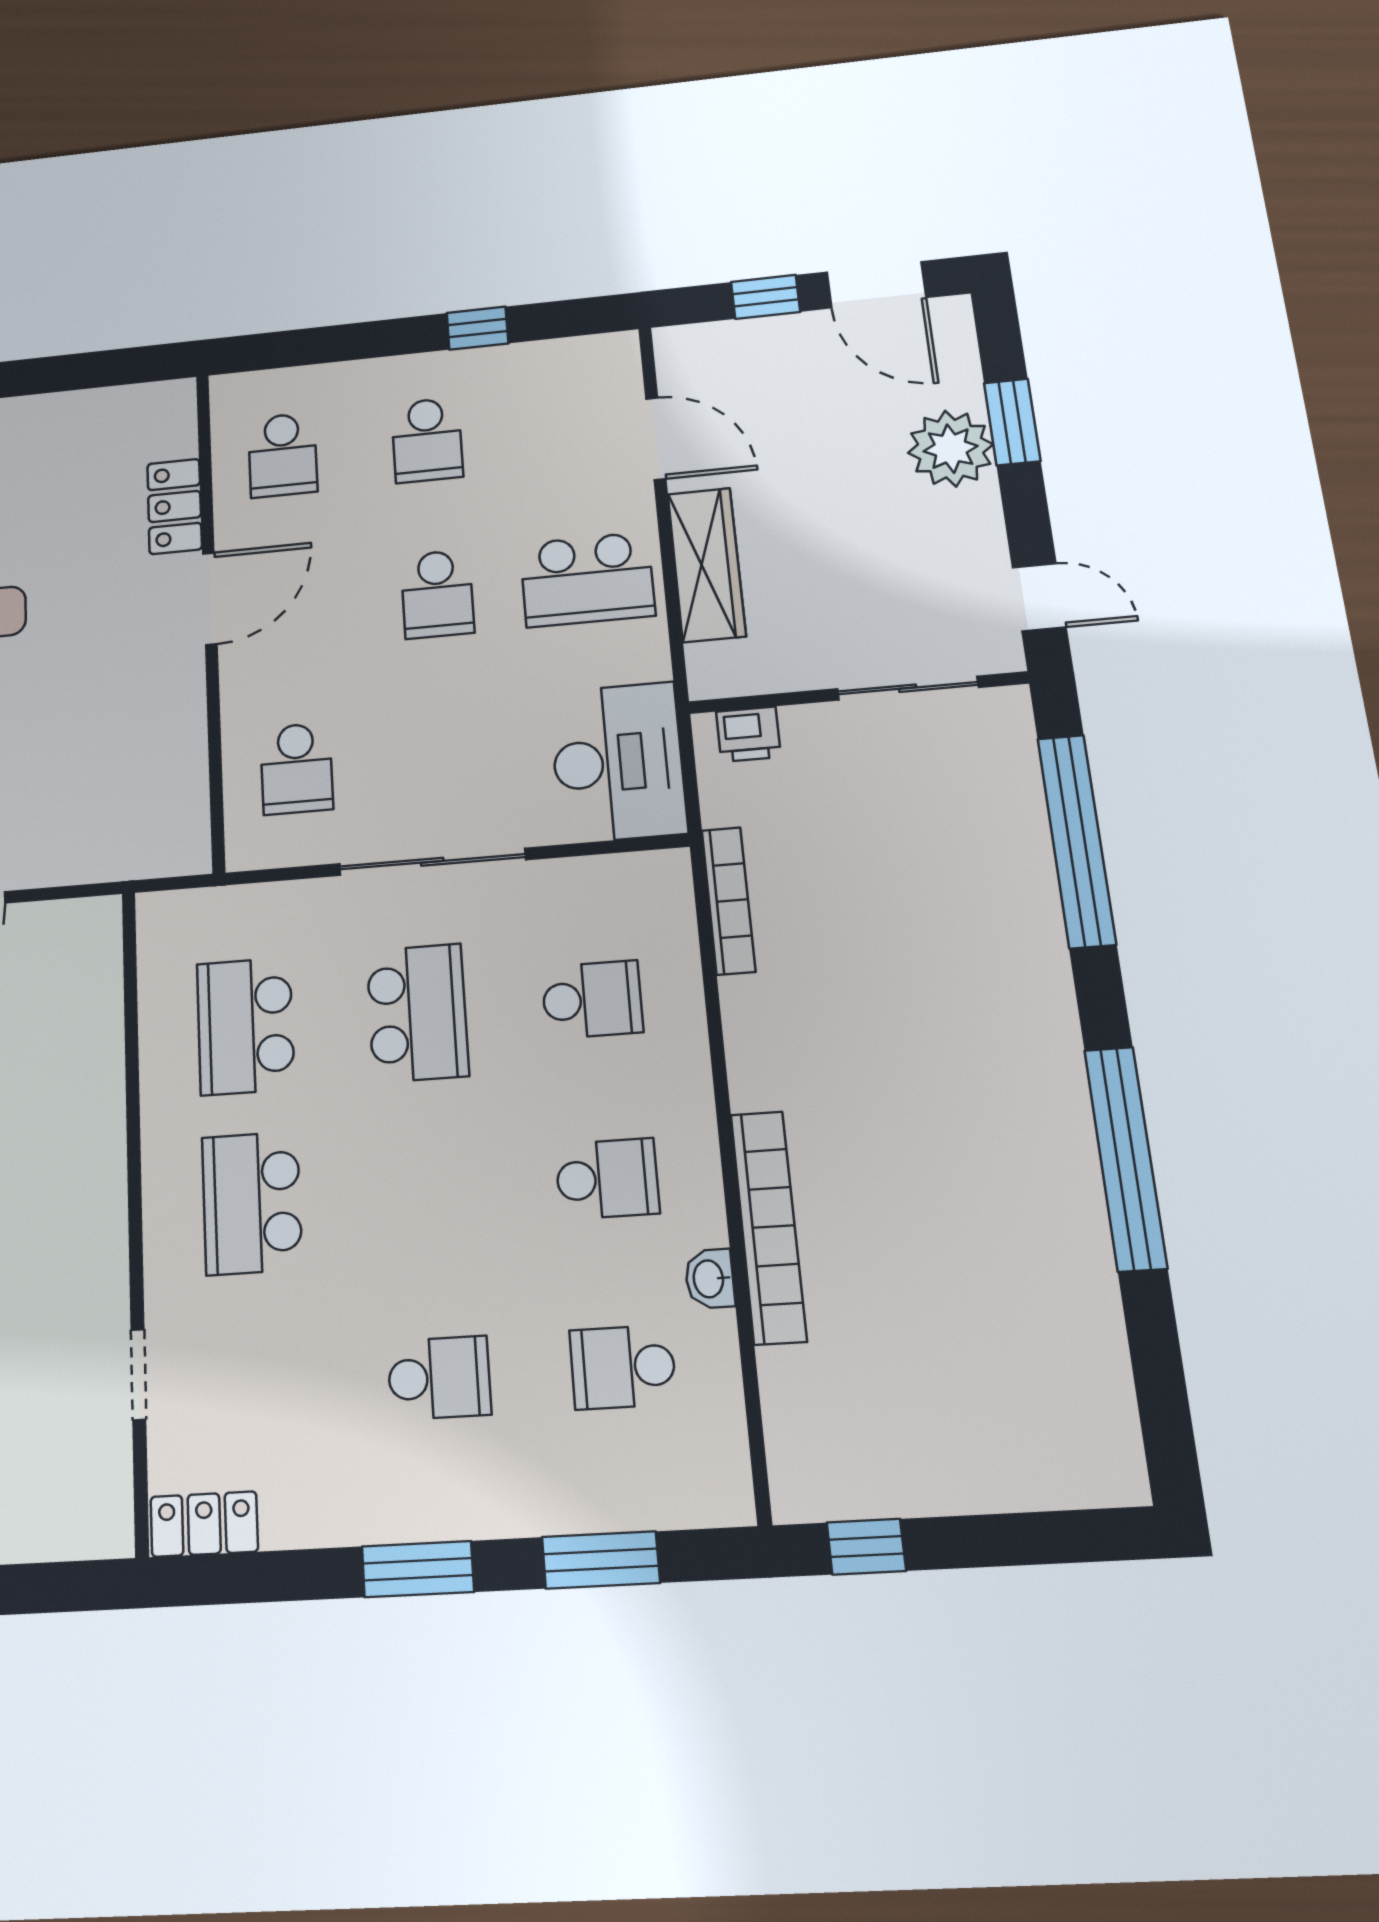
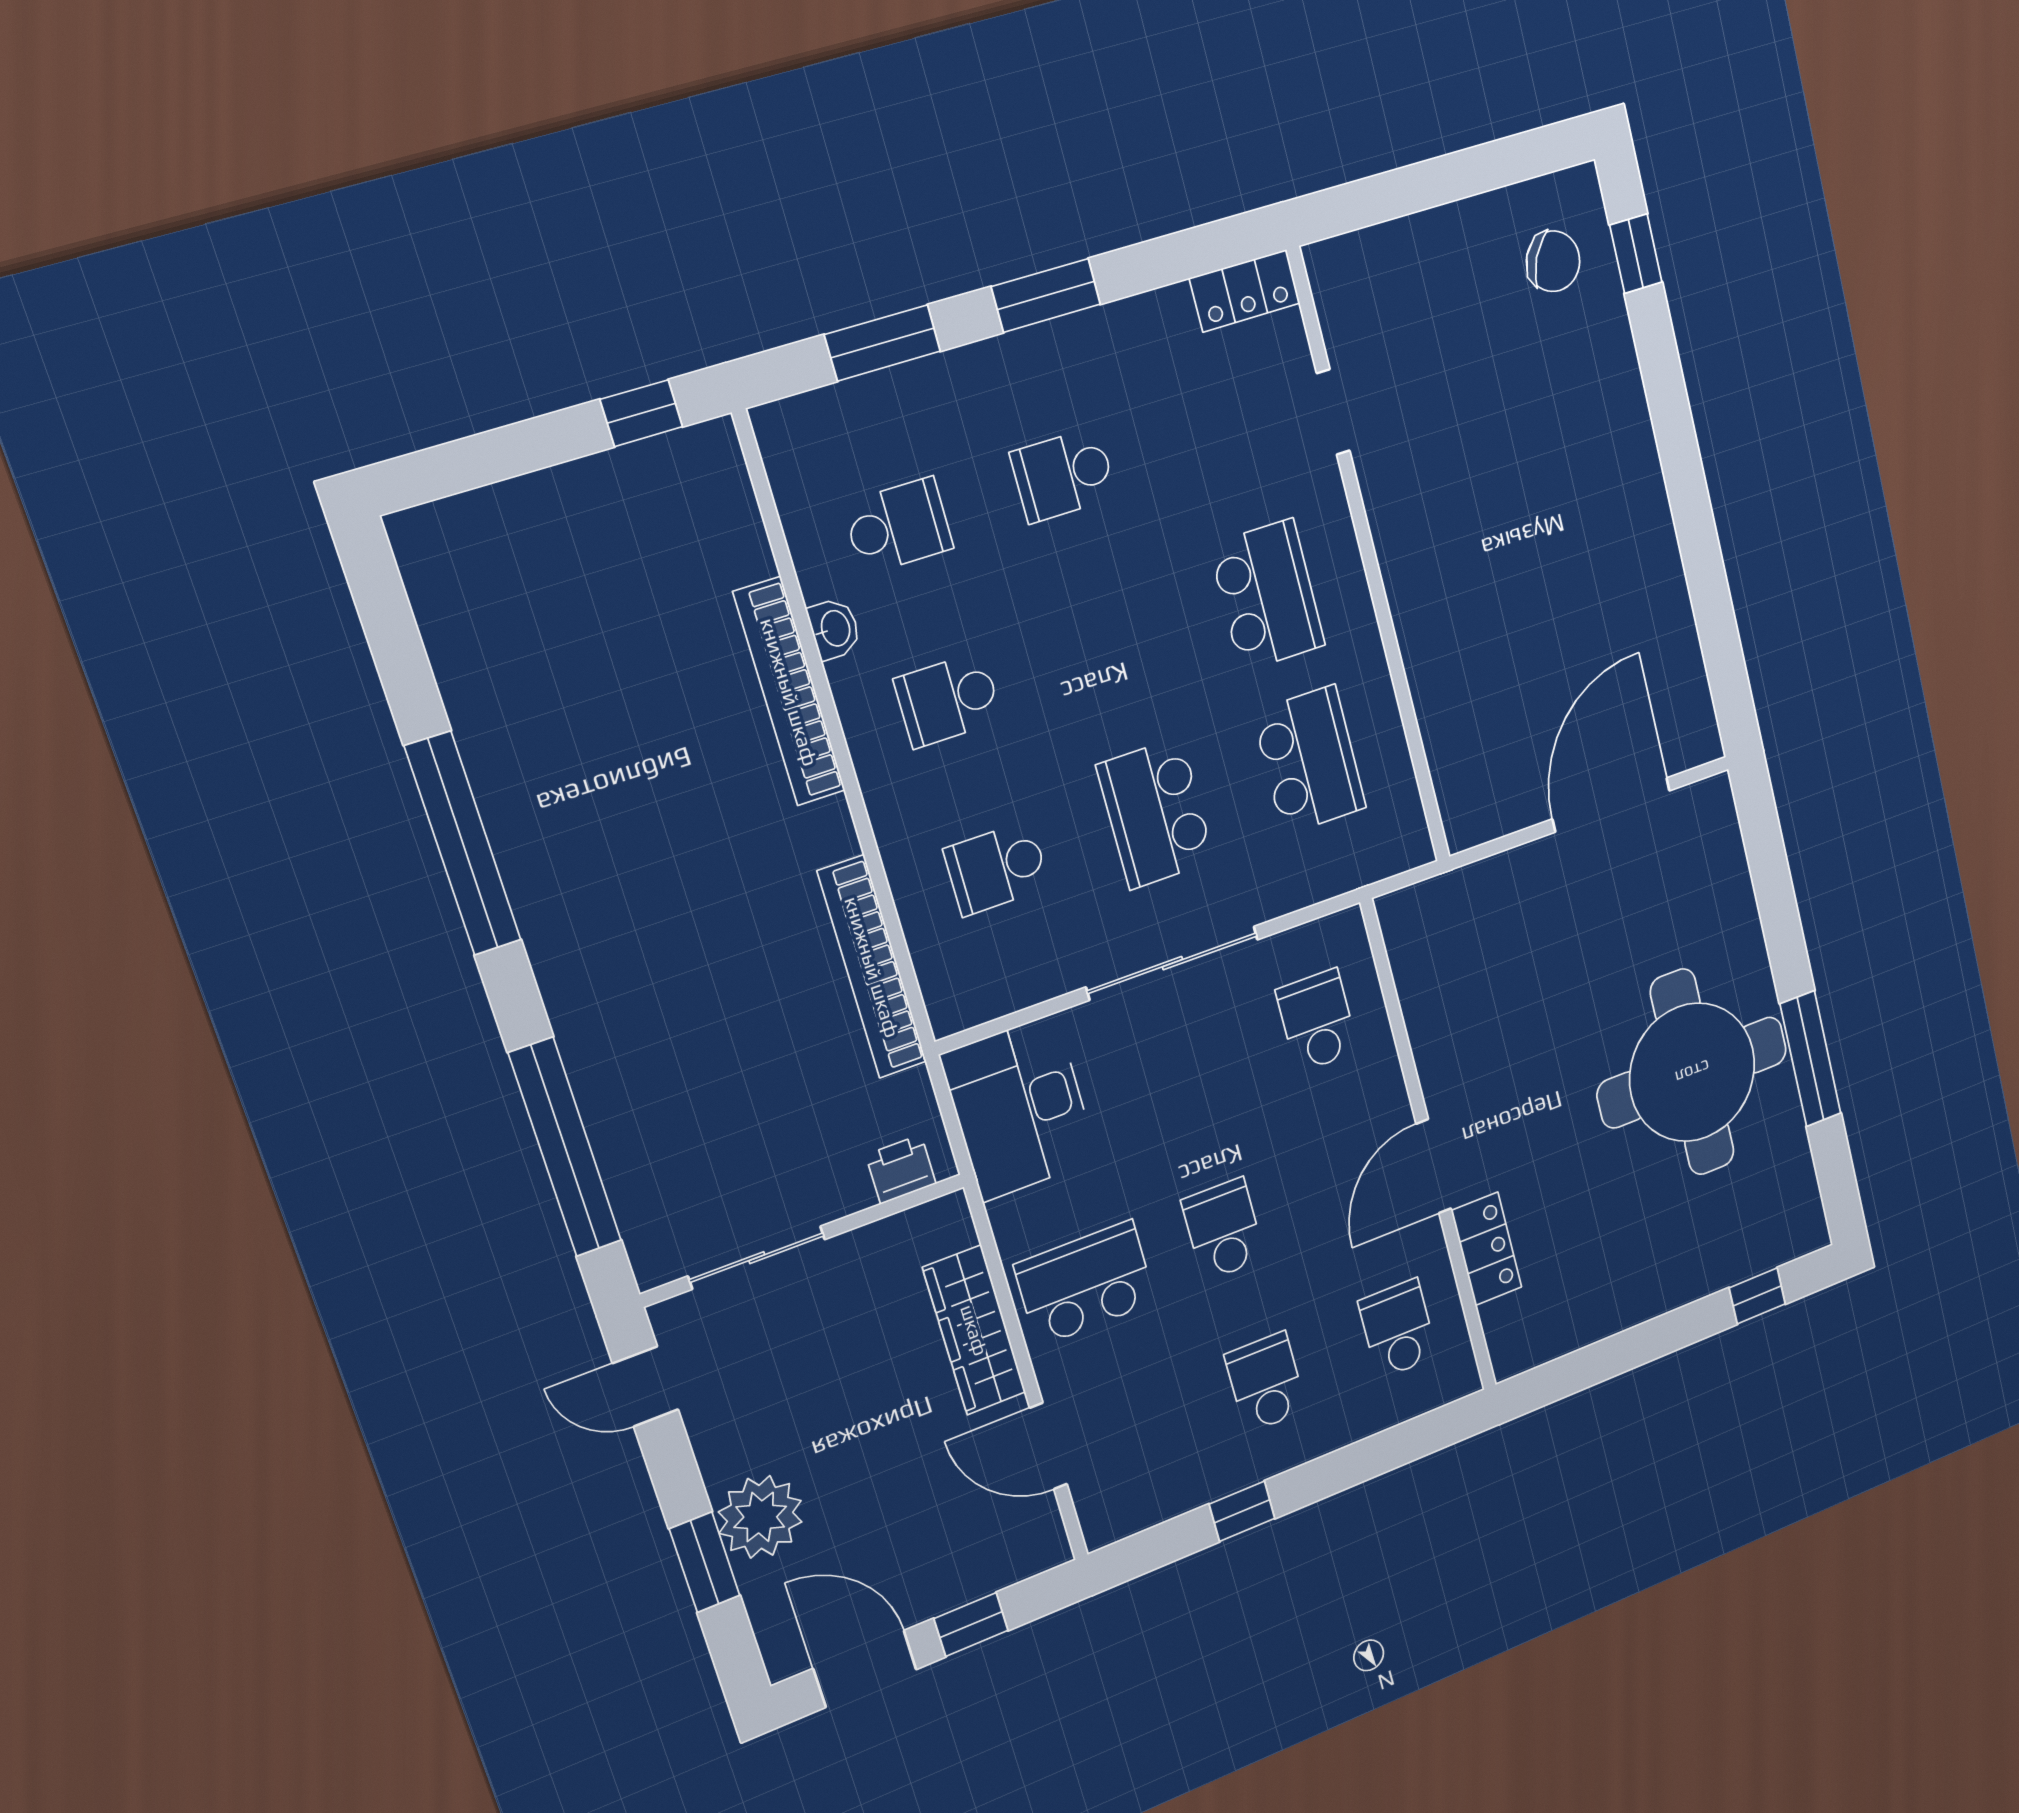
bookcase: (728, 901) -> (872, 967), width x1.48, depth x1.31

